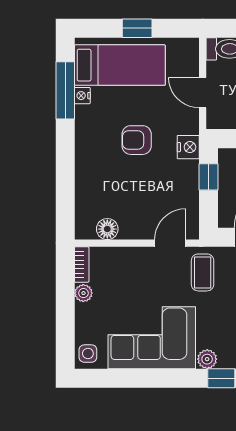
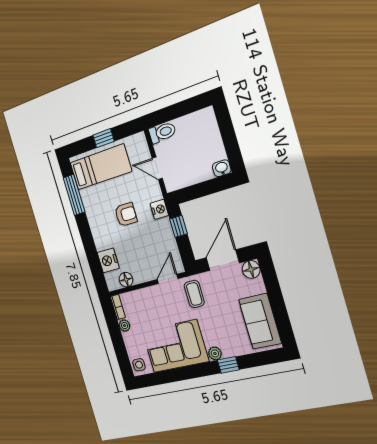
nightstand: (82, 96) -> (108, 260), moved, width x1.89, depth x1.79
armchair: (137, 140) -> (126, 214), turned 180

